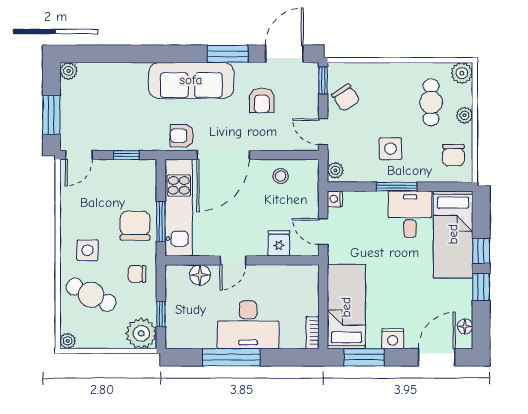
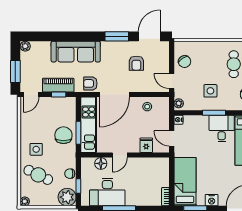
sofa: (191, 80) -> (76, 52), moved
window: (323, 80) -> (172, 52), removed
piano: (126, 139) -> (58, 85), added
chair: (137, 274) -> (70, 174), moved
desk: (248, 325) -> (107, 192), moved

